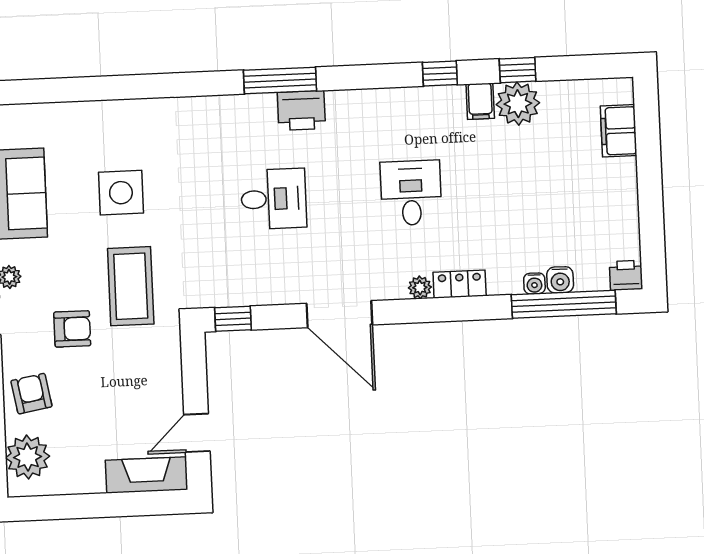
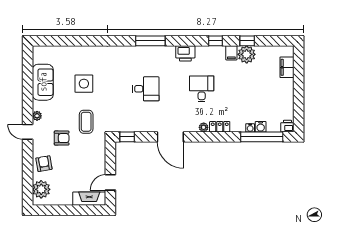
printer: (301, 110) -> (185, 53), moved
coffee table: (131, 286) -> (86, 122), width x0.73, depth x0.76

